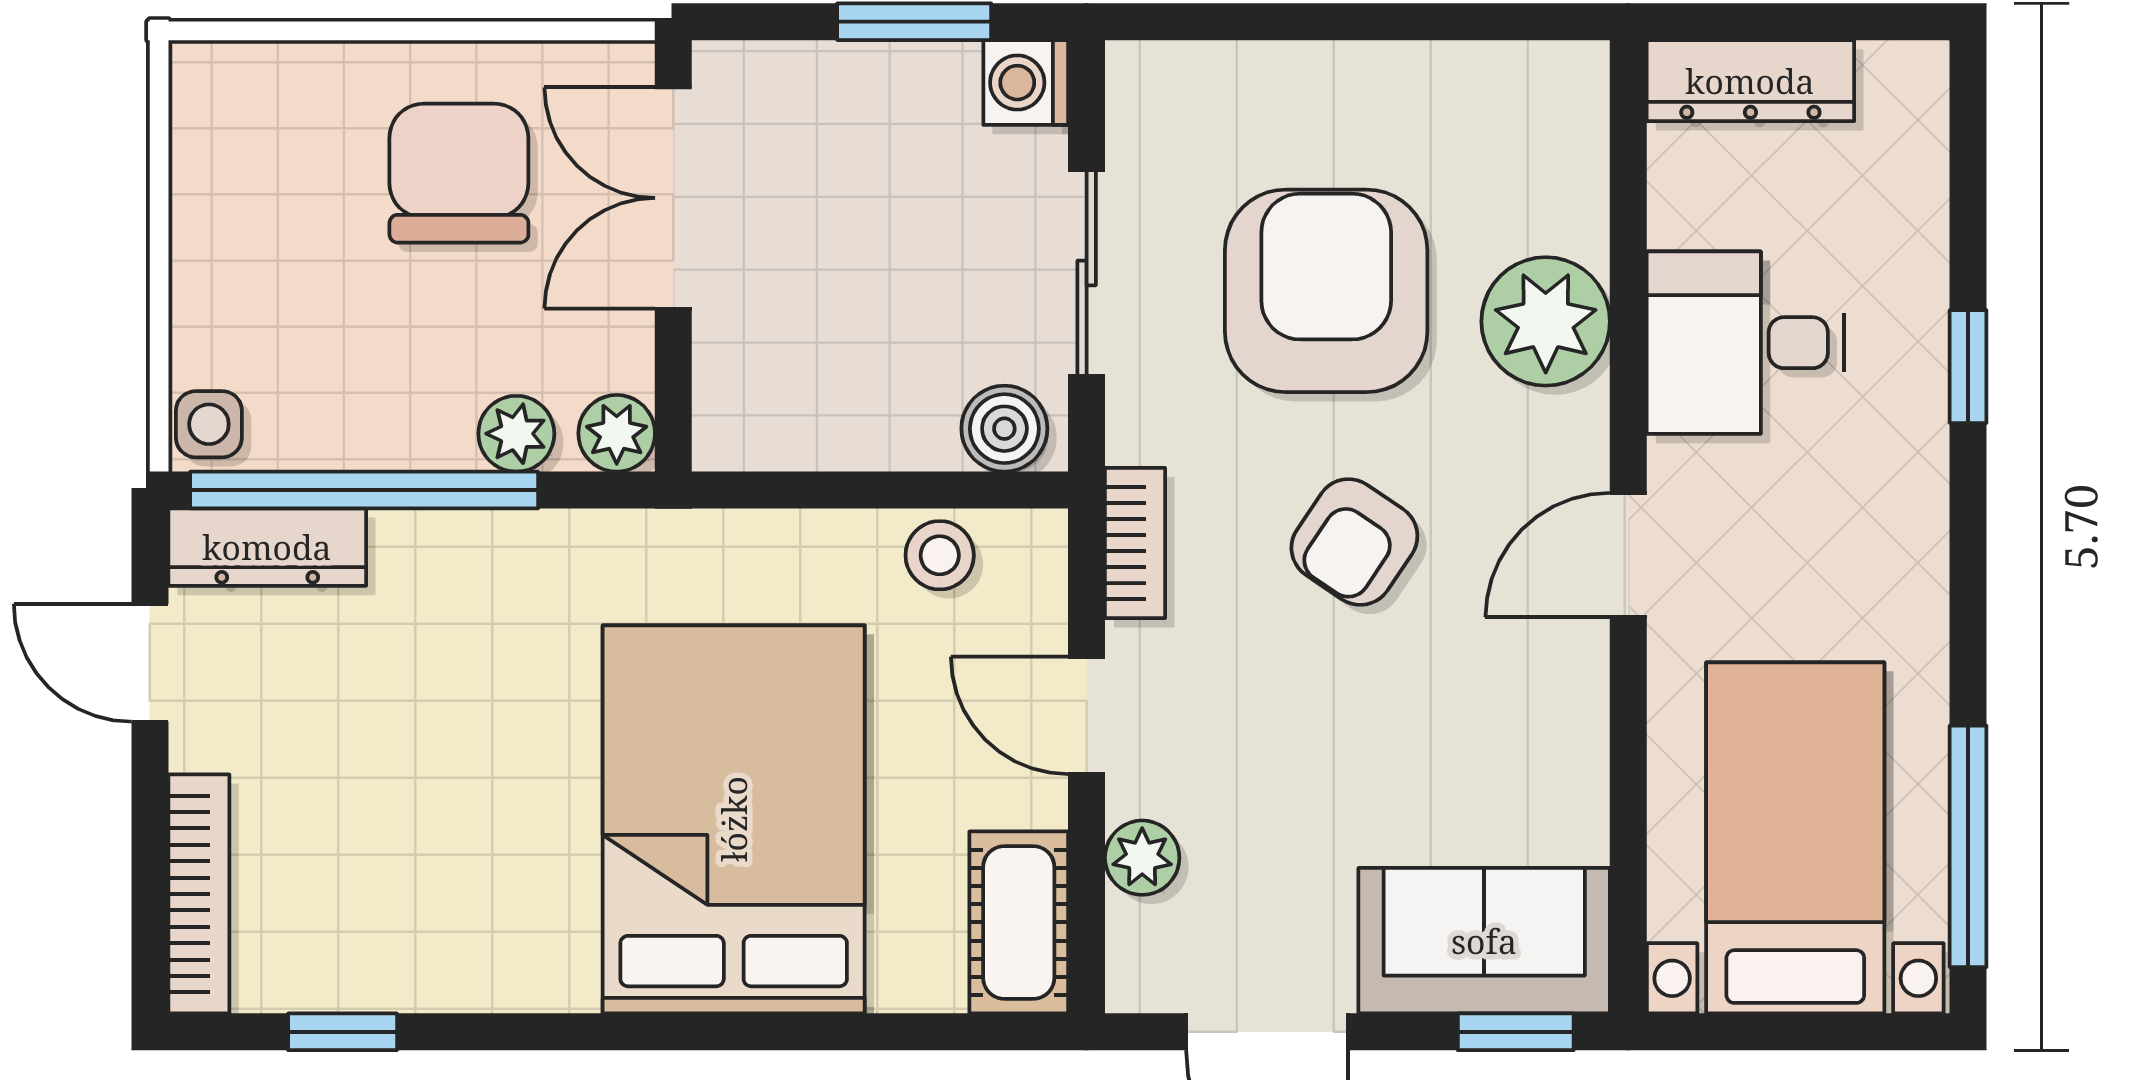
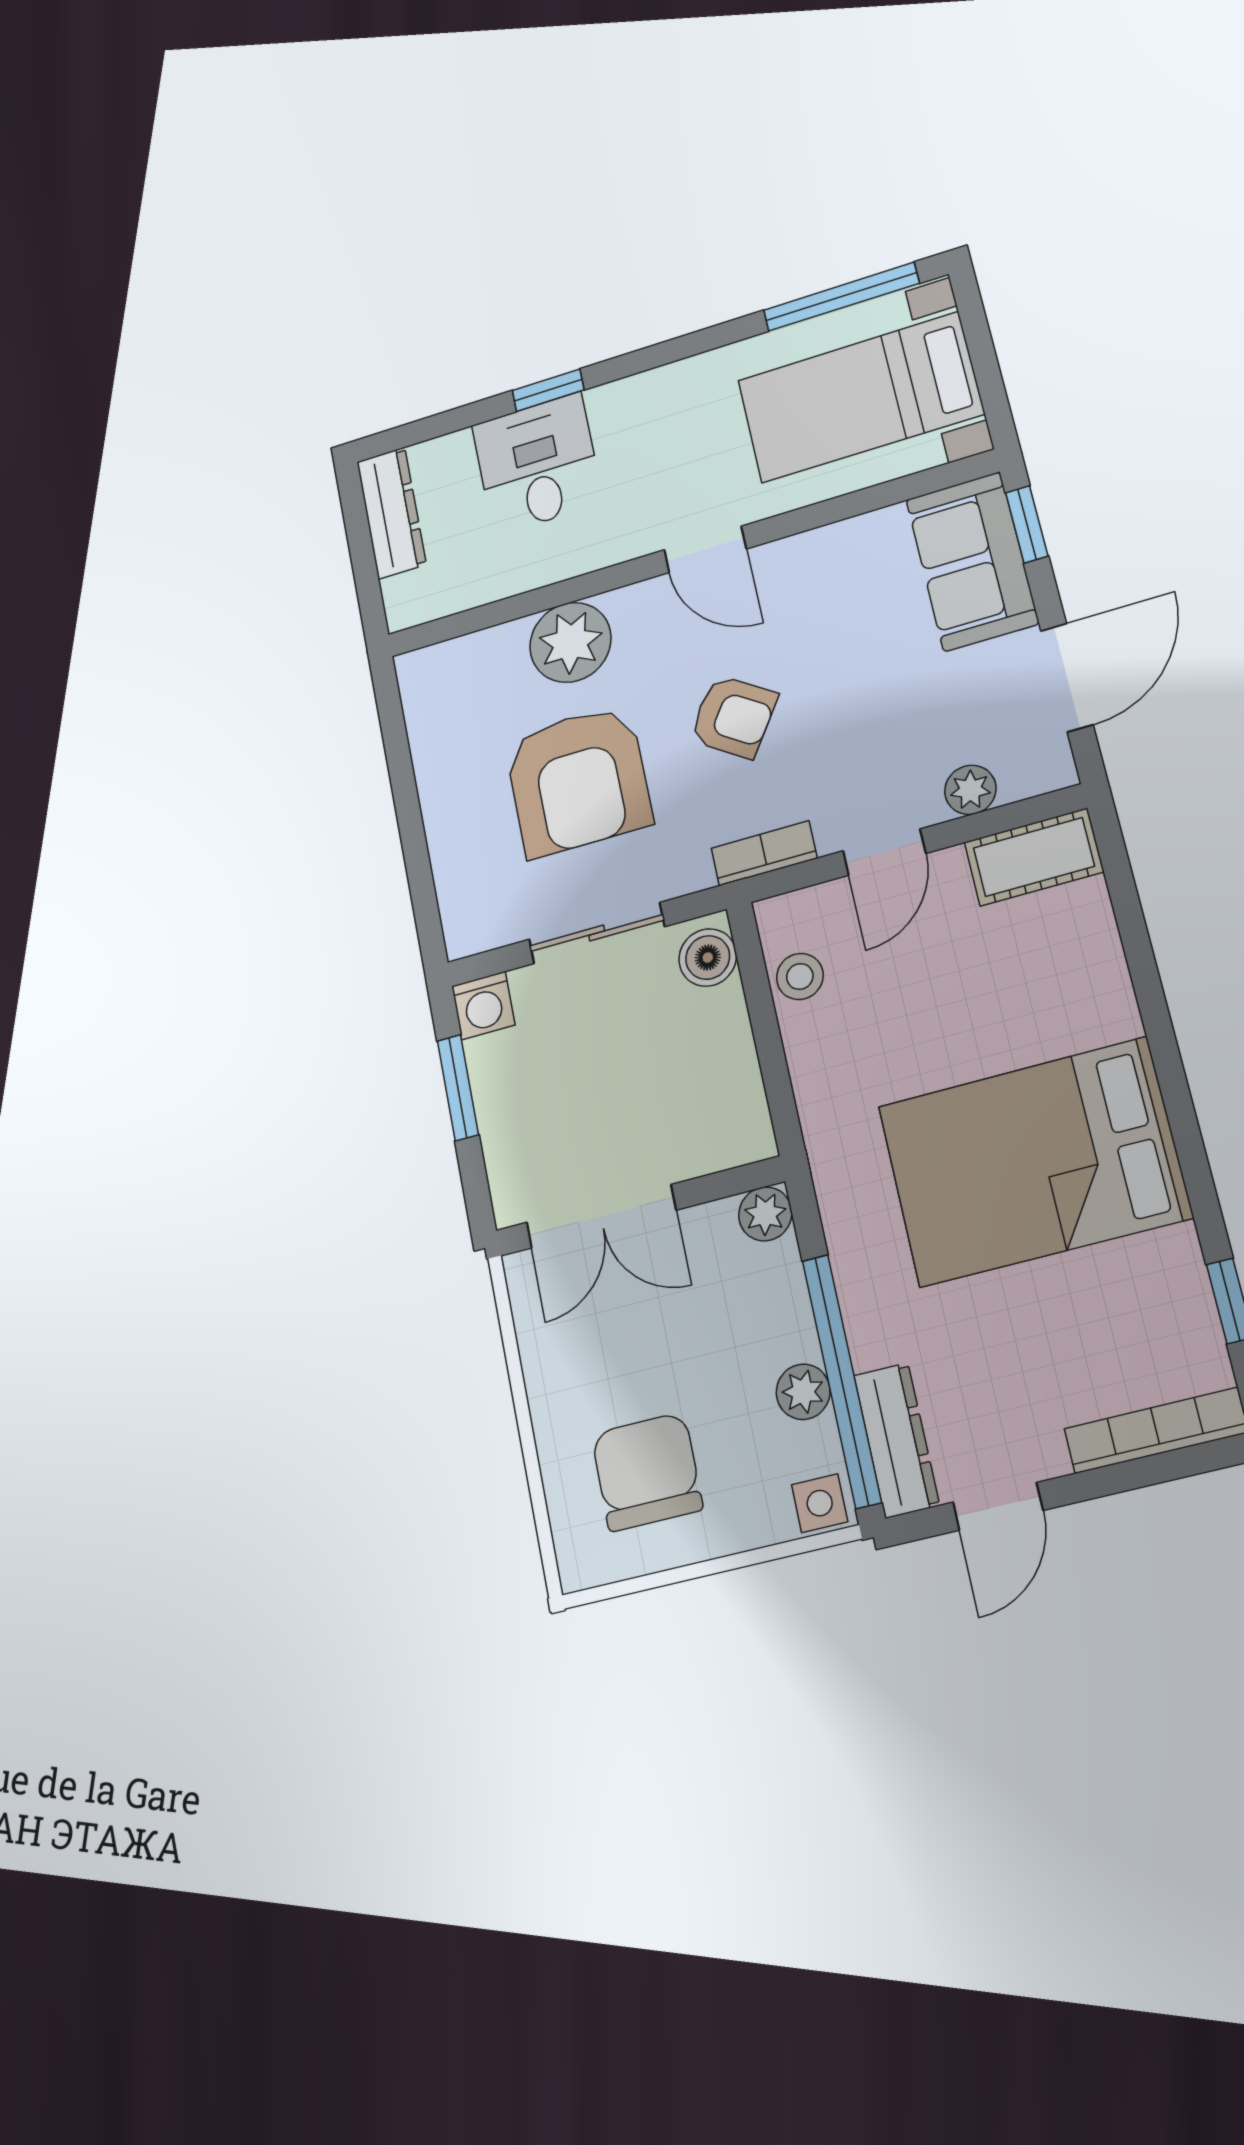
dresser: (1750, 81) -> (391, 513), moved
chair: (459, 173) -> (647, 1472), moved, turned 90
armchair: (1326, 291) -> (578, 780), turned -90
desk: (1745, 343) -> (537, 464), moved, turned 180
plant: (516, 434) -> (803, 1392), moved
bed: (734, 819) -> (1034, 1162), moved

